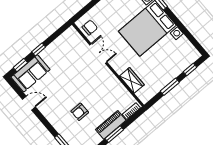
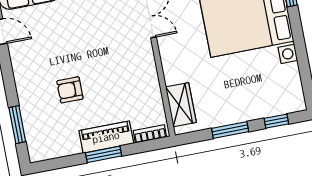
wardrobe: (132, 80) -> (181, 105), moved

